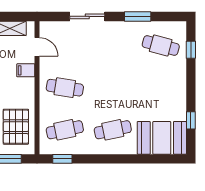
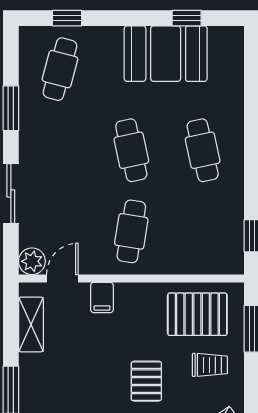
plant: (47, 29) -> (32, 261), added
cafe table: (65, 130) -> (131, 150), moved
booth: (162, 138) -> (166, 54), moved, turned 90

